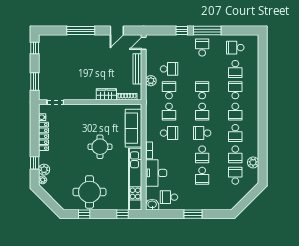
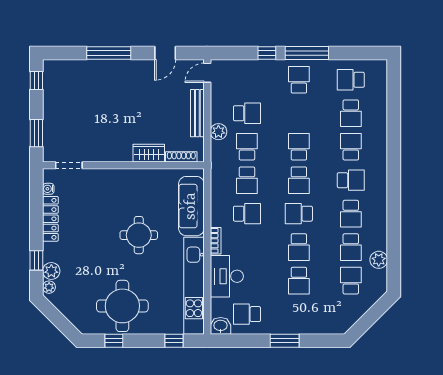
school desk: (235, 112) -> (351, 180), turned -90

